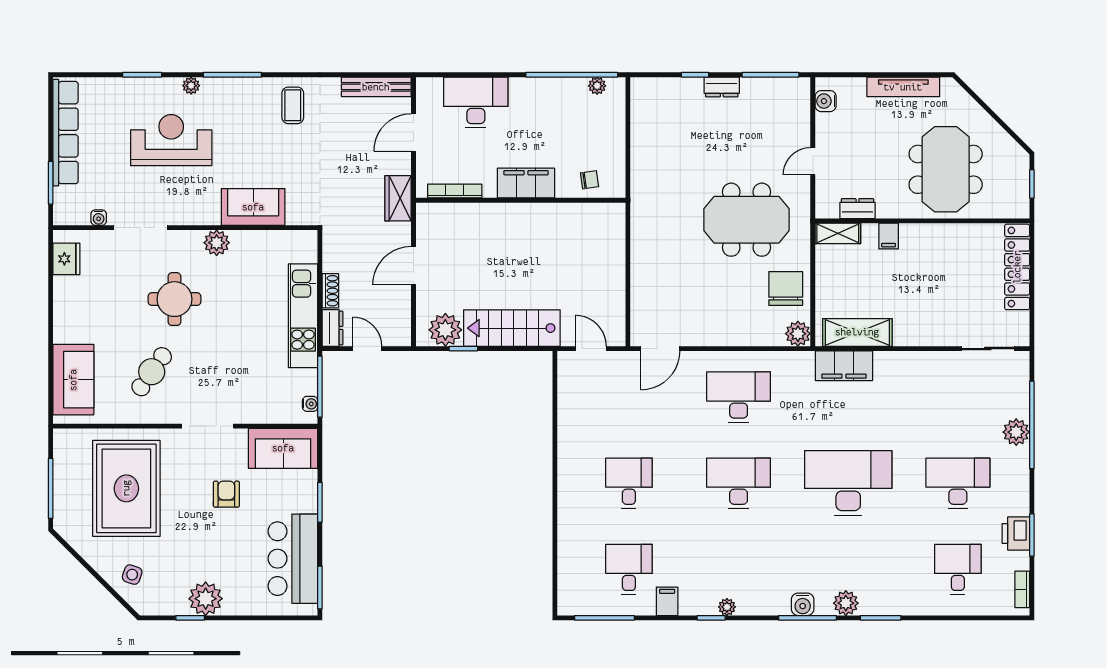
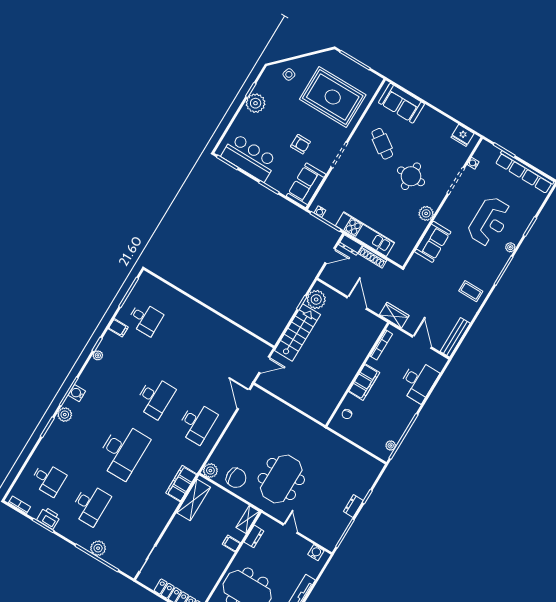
shoe rack: (330, 291) -> (373, 257), width x1.43
desk: (629, 483) -> (187, 344), removed

